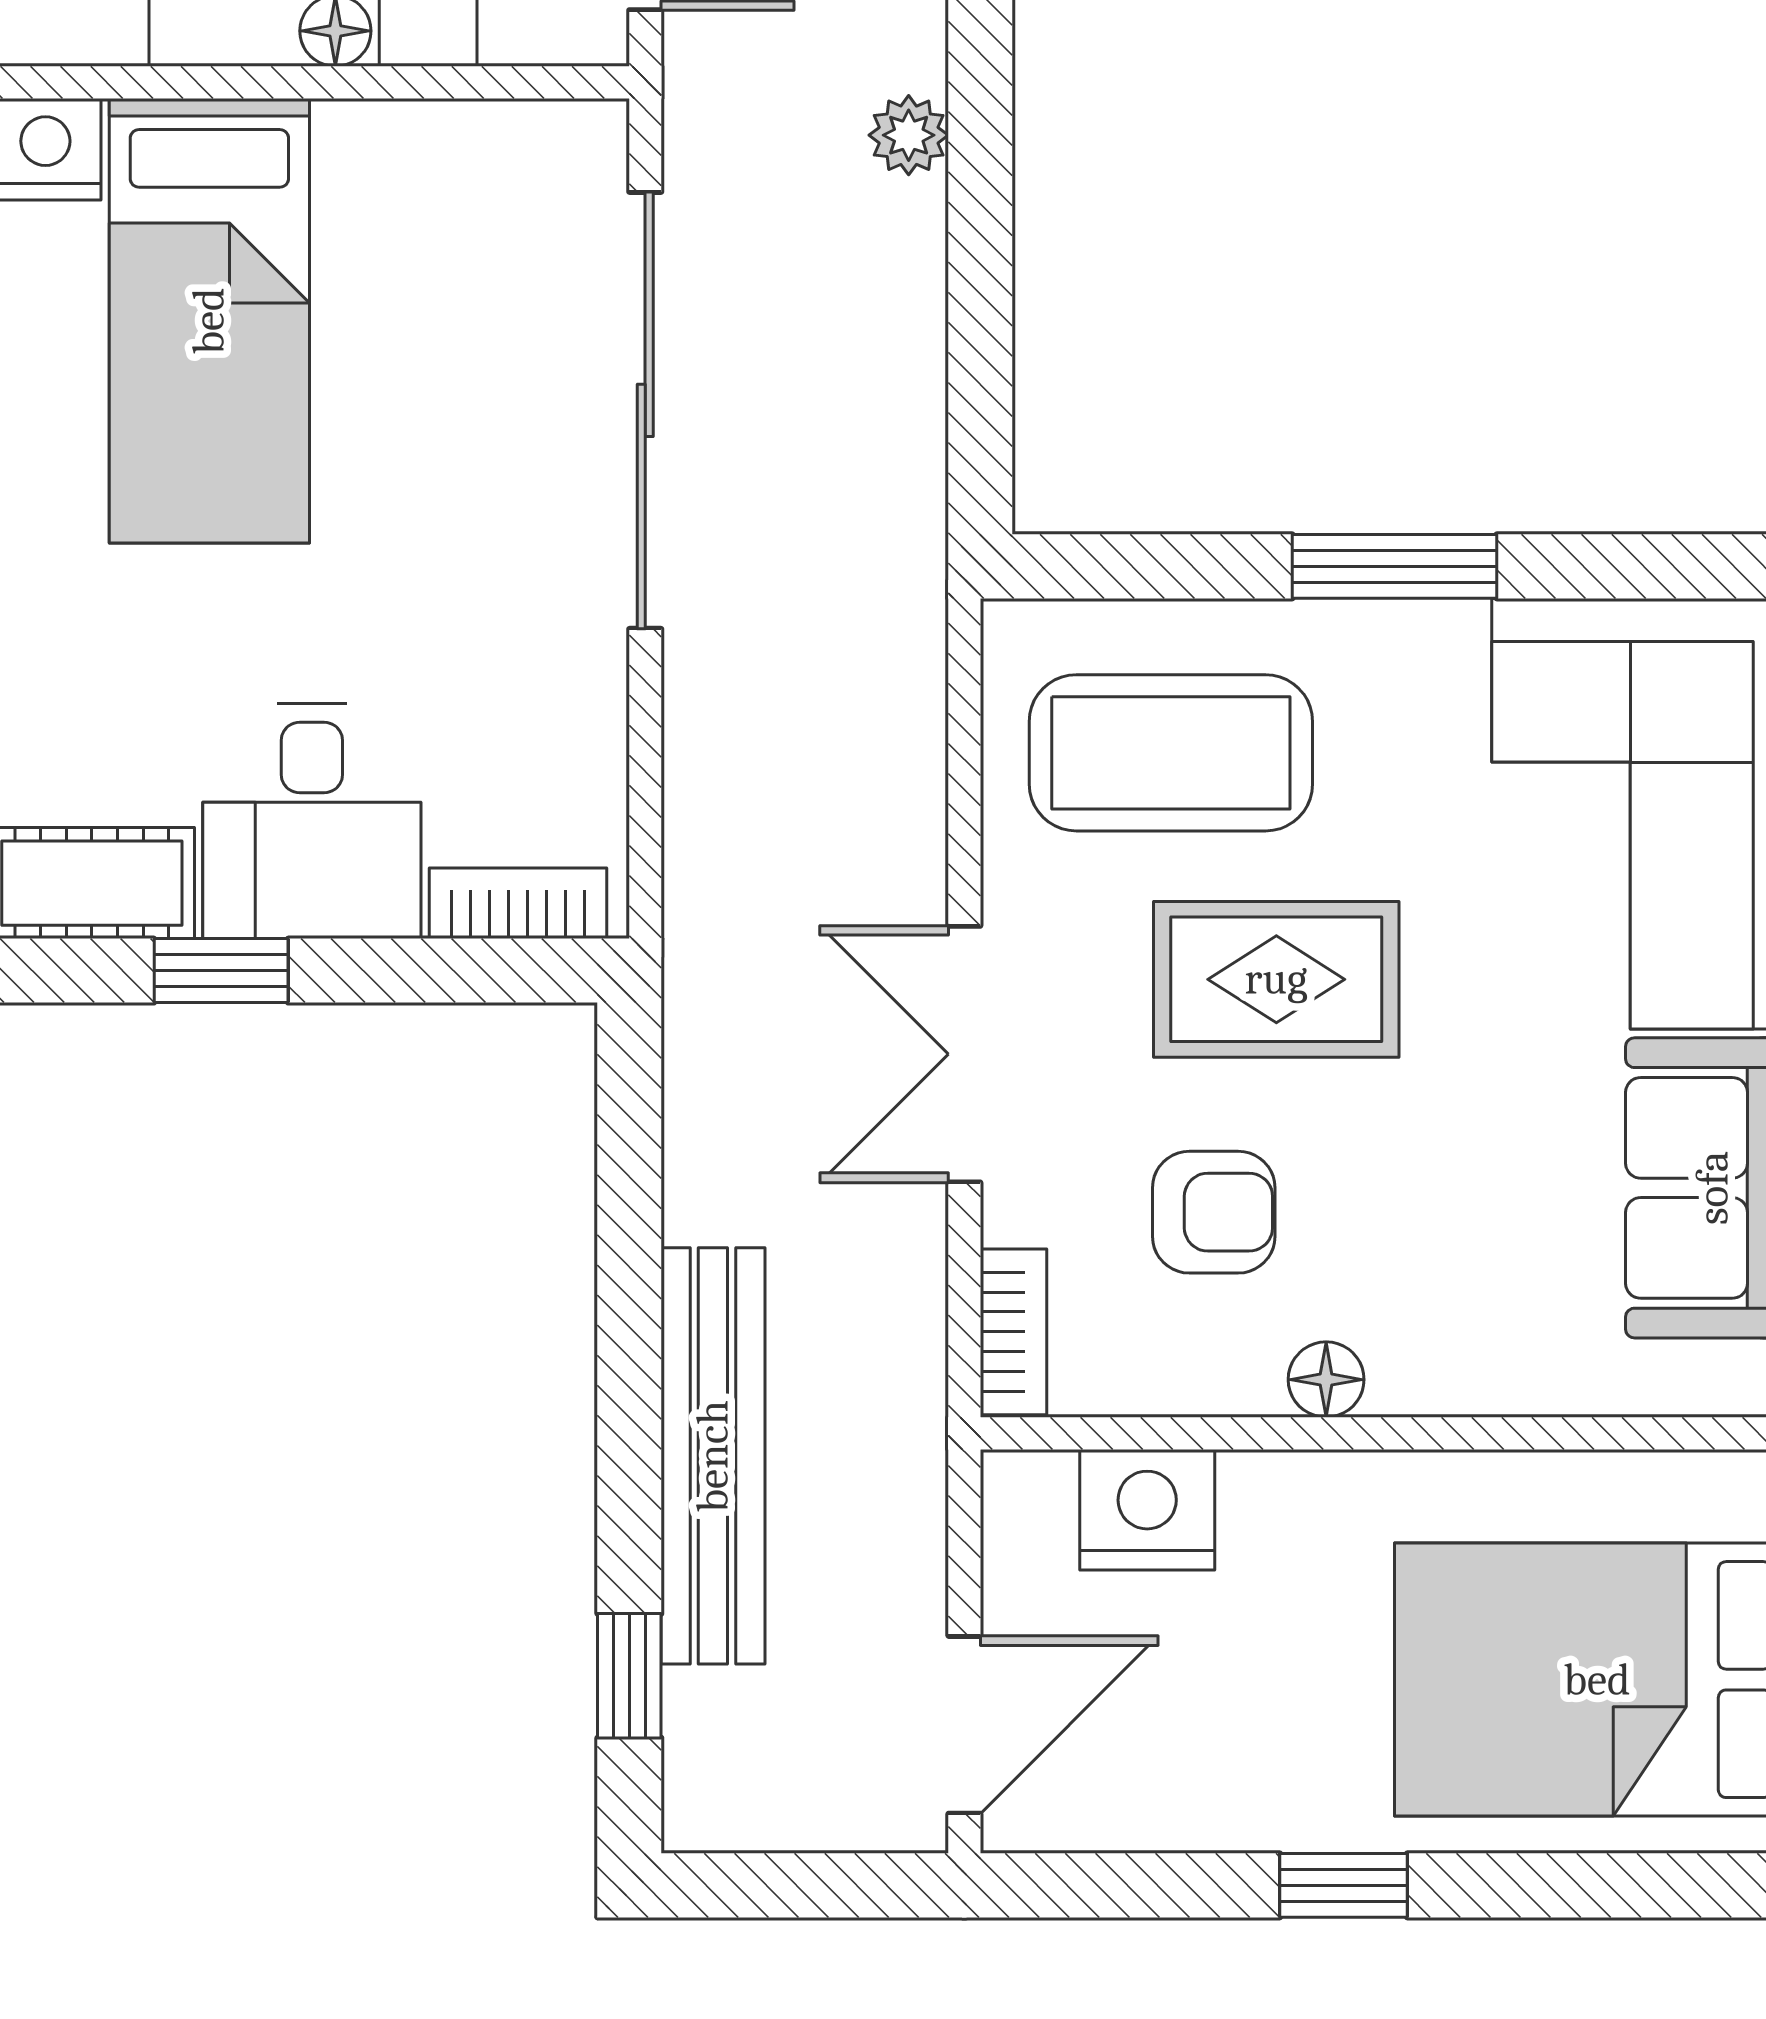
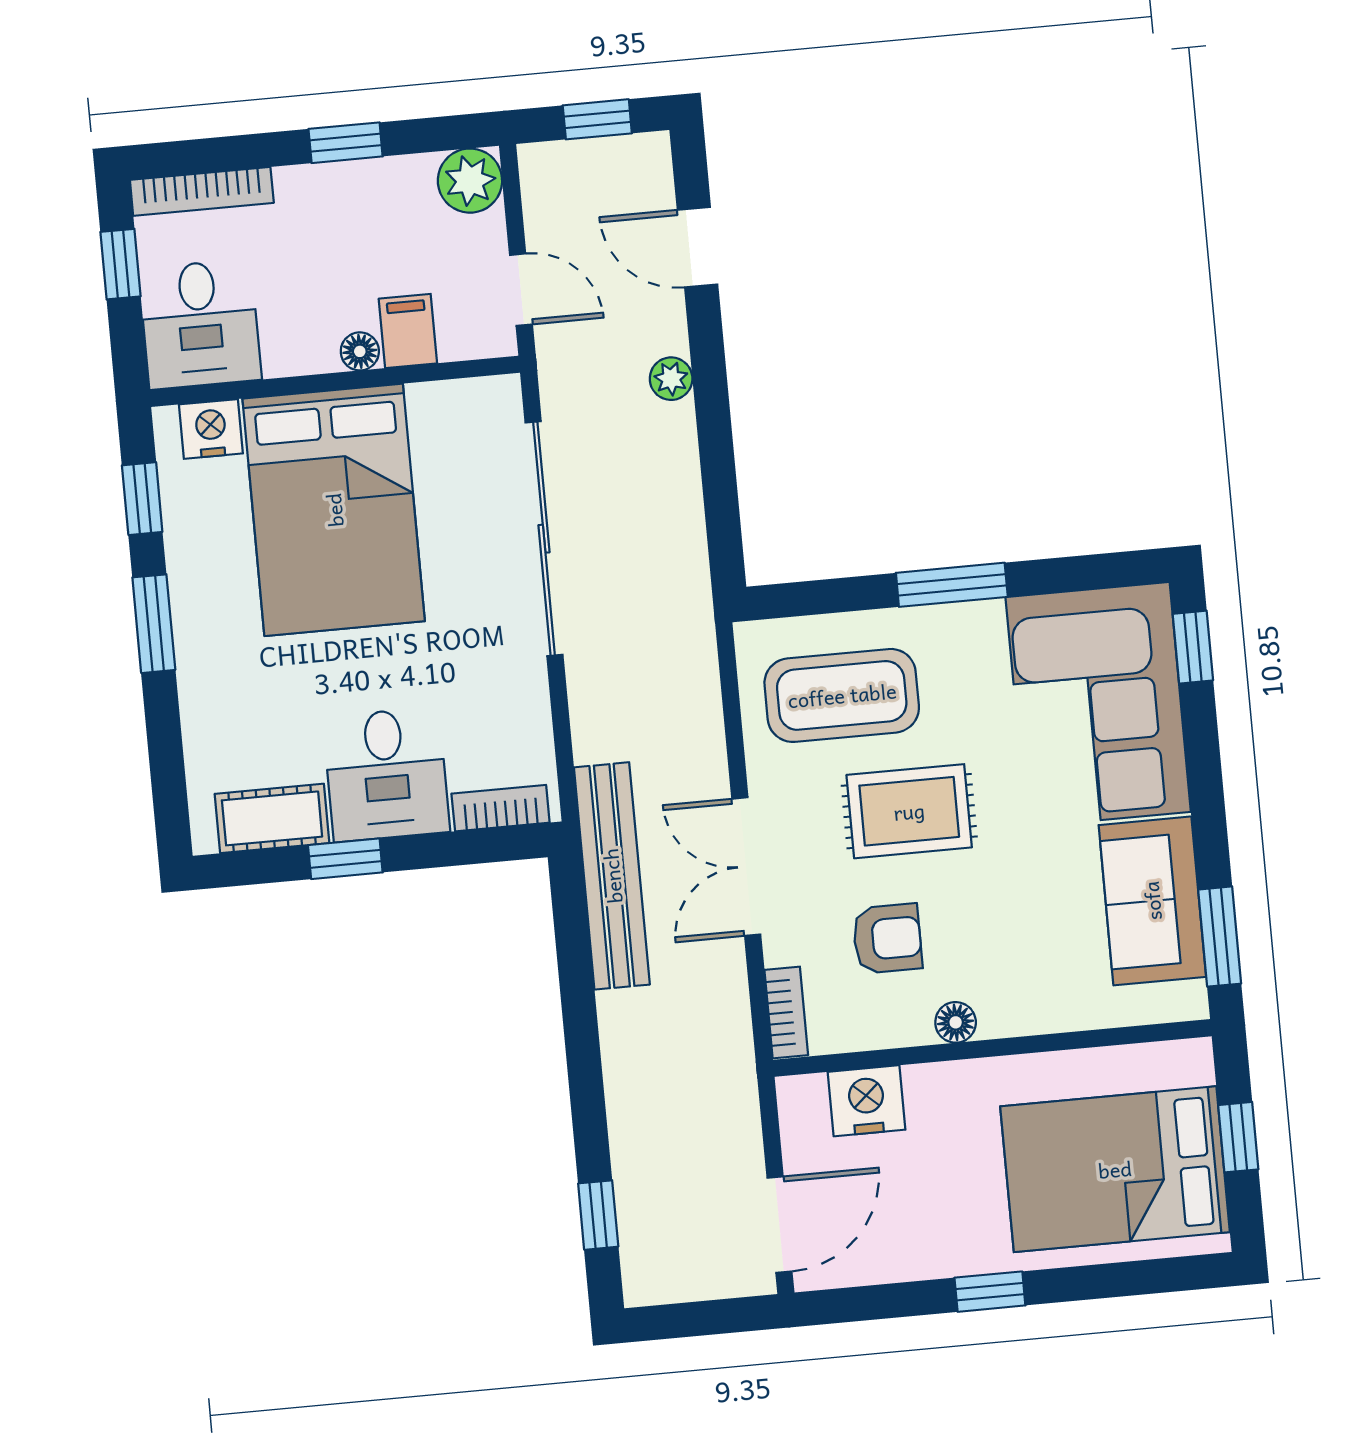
bed: (209, 321) -> (334, 510), width x1.50
bench: (713, 1456) -> (612, 876), moved

